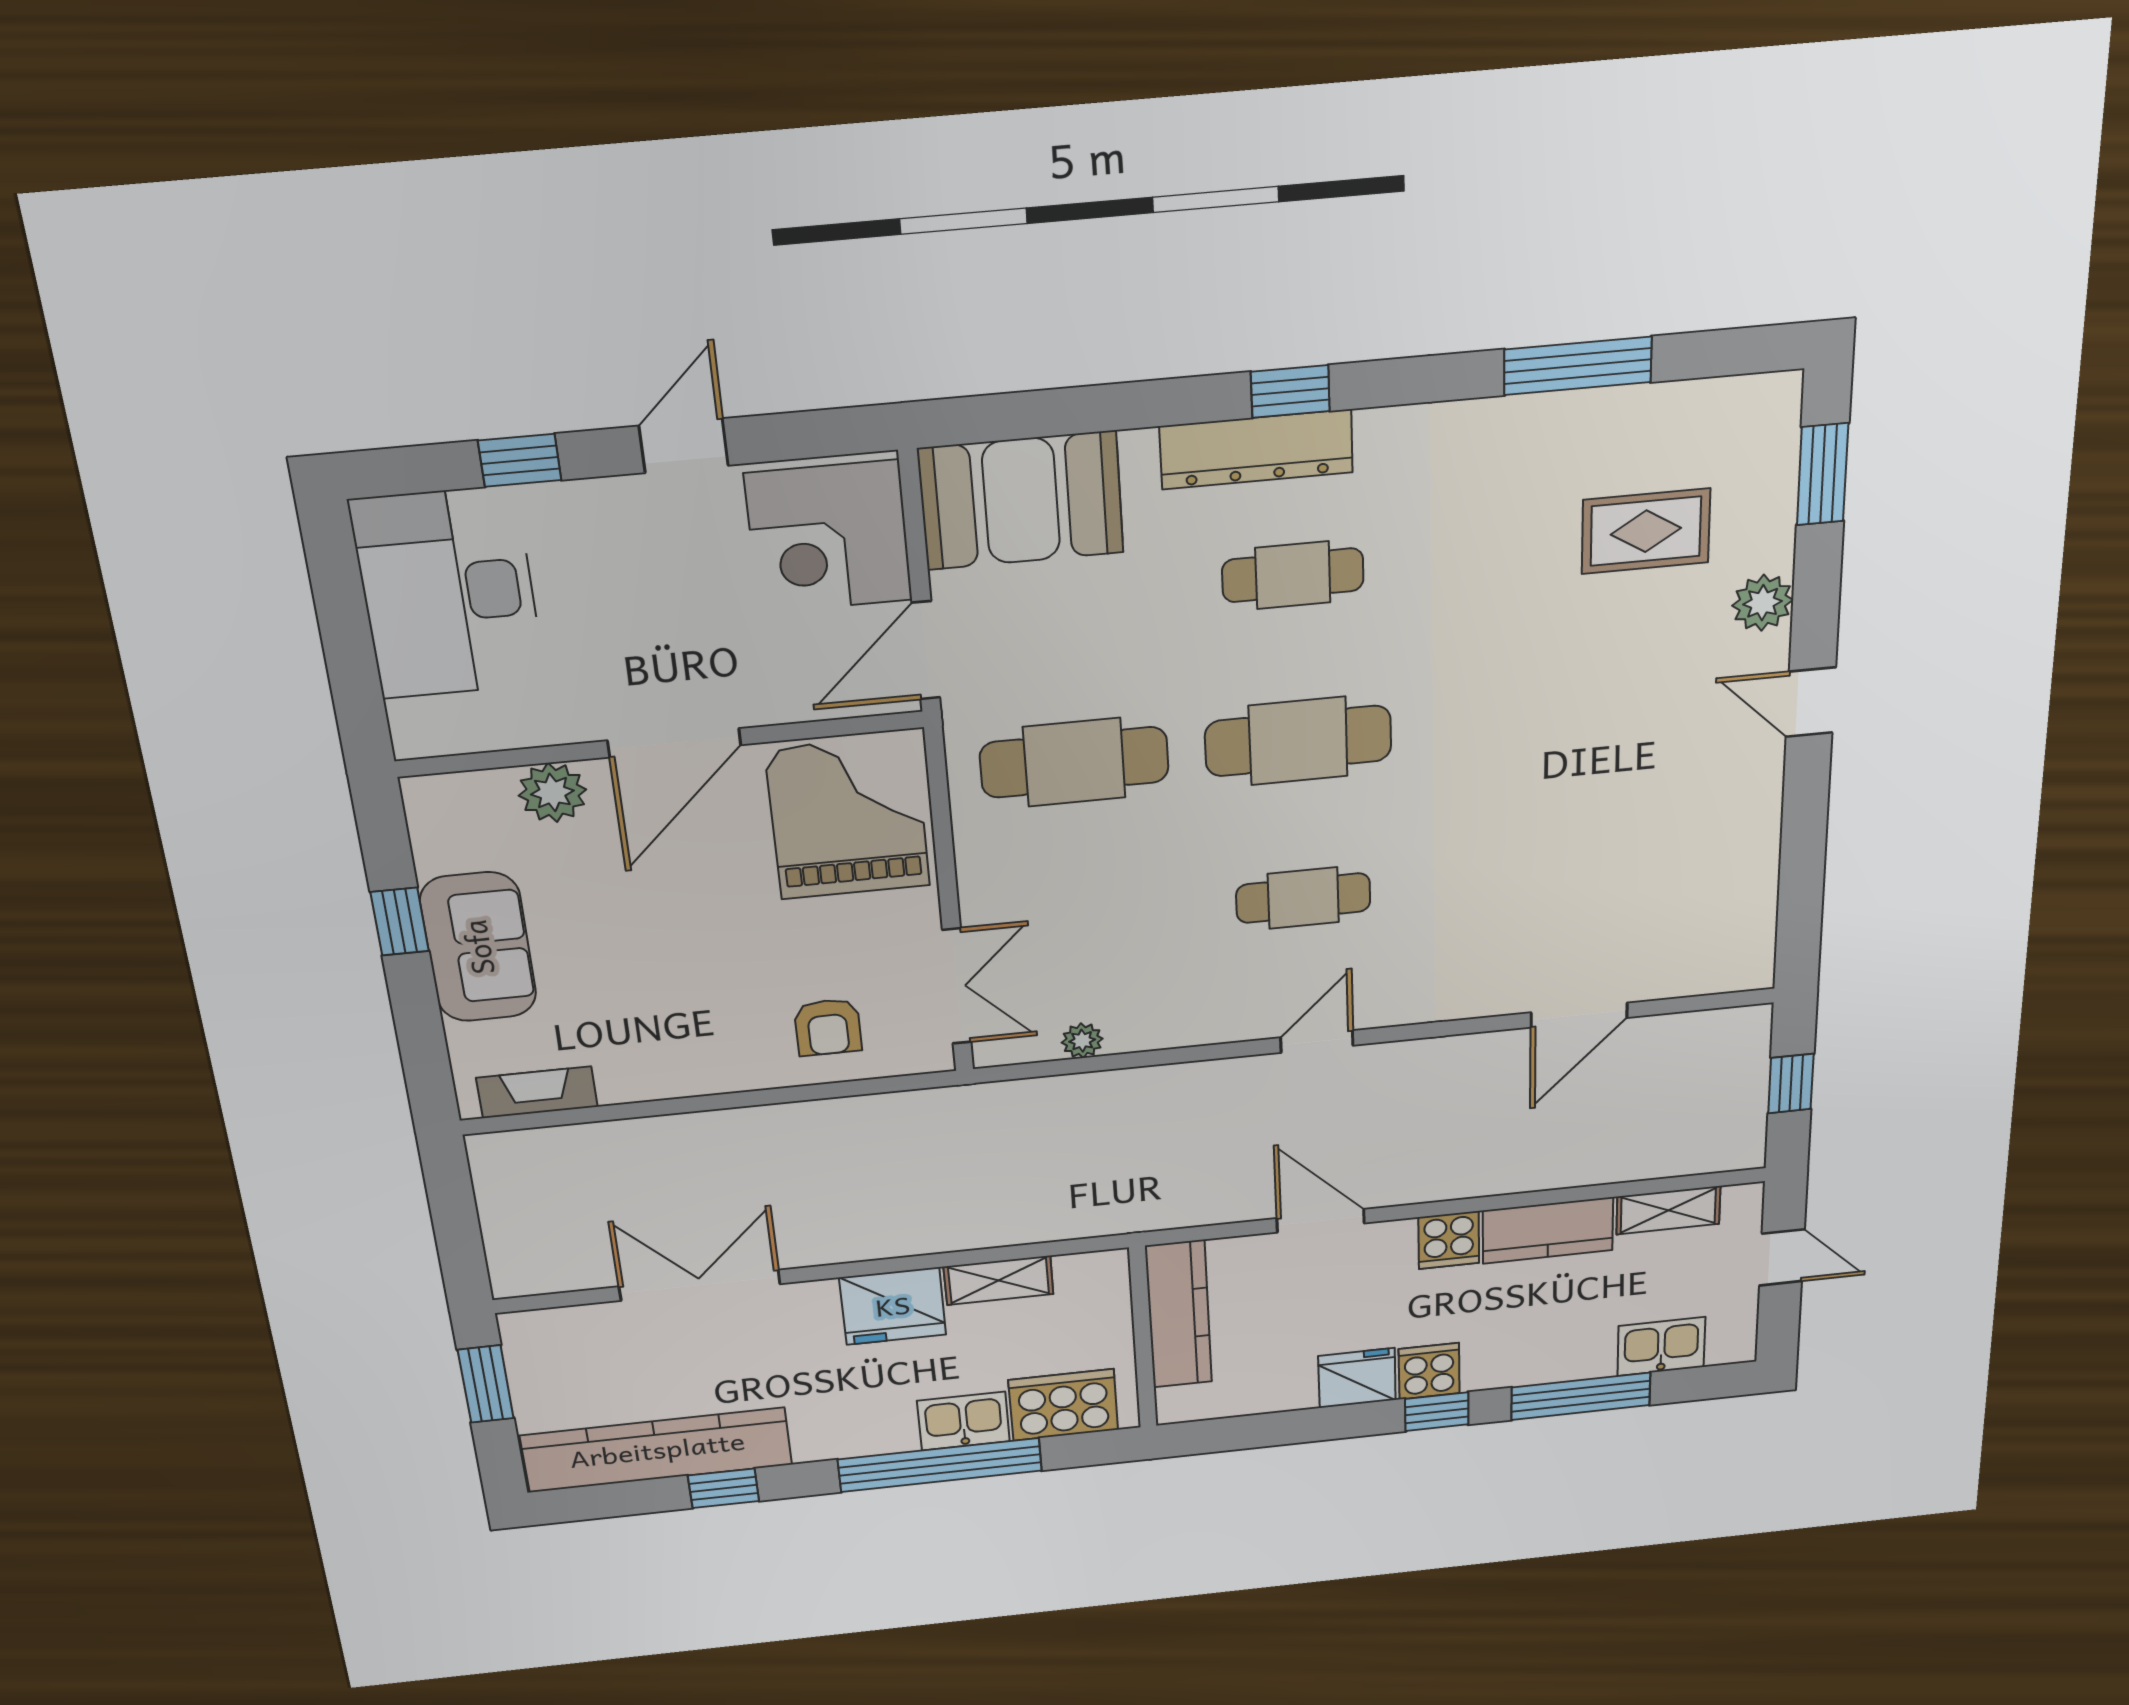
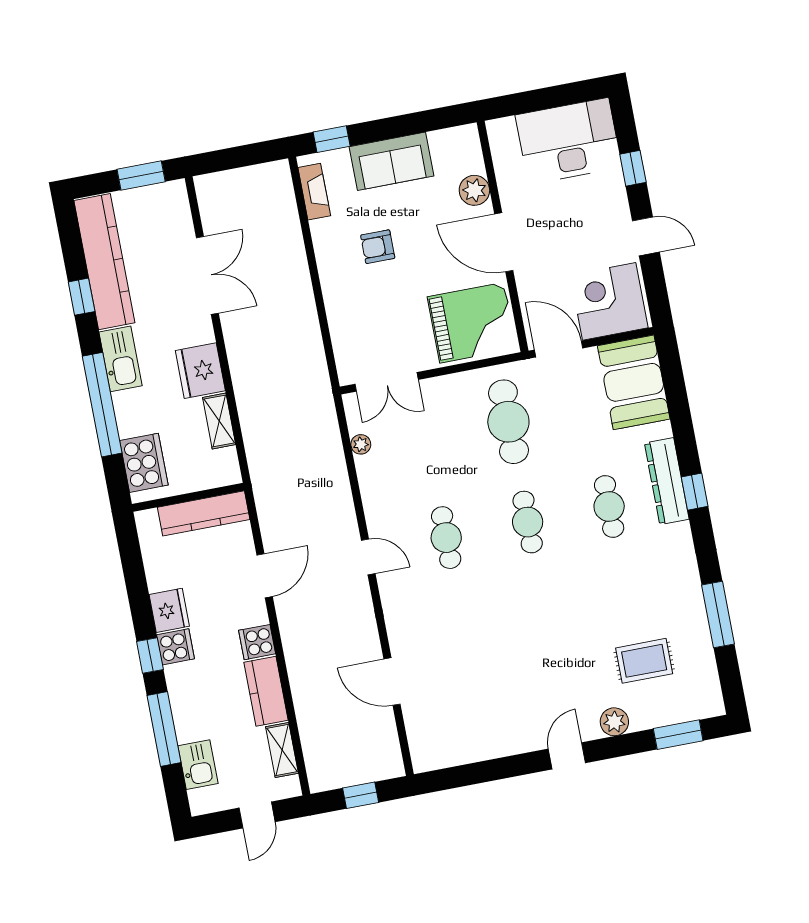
rug: (1646, 531) -> (644, 661), turned 90
cafe table: (1298, 741) -> (528, 522), width x0.73, depth x0.74
window: (400, 922) -> (332, 139), moved
armchair: (828, 1027) -> (378, 247), moved
kitchen sink: (963, 1421) -> (120, 359), moved, width x1.38

